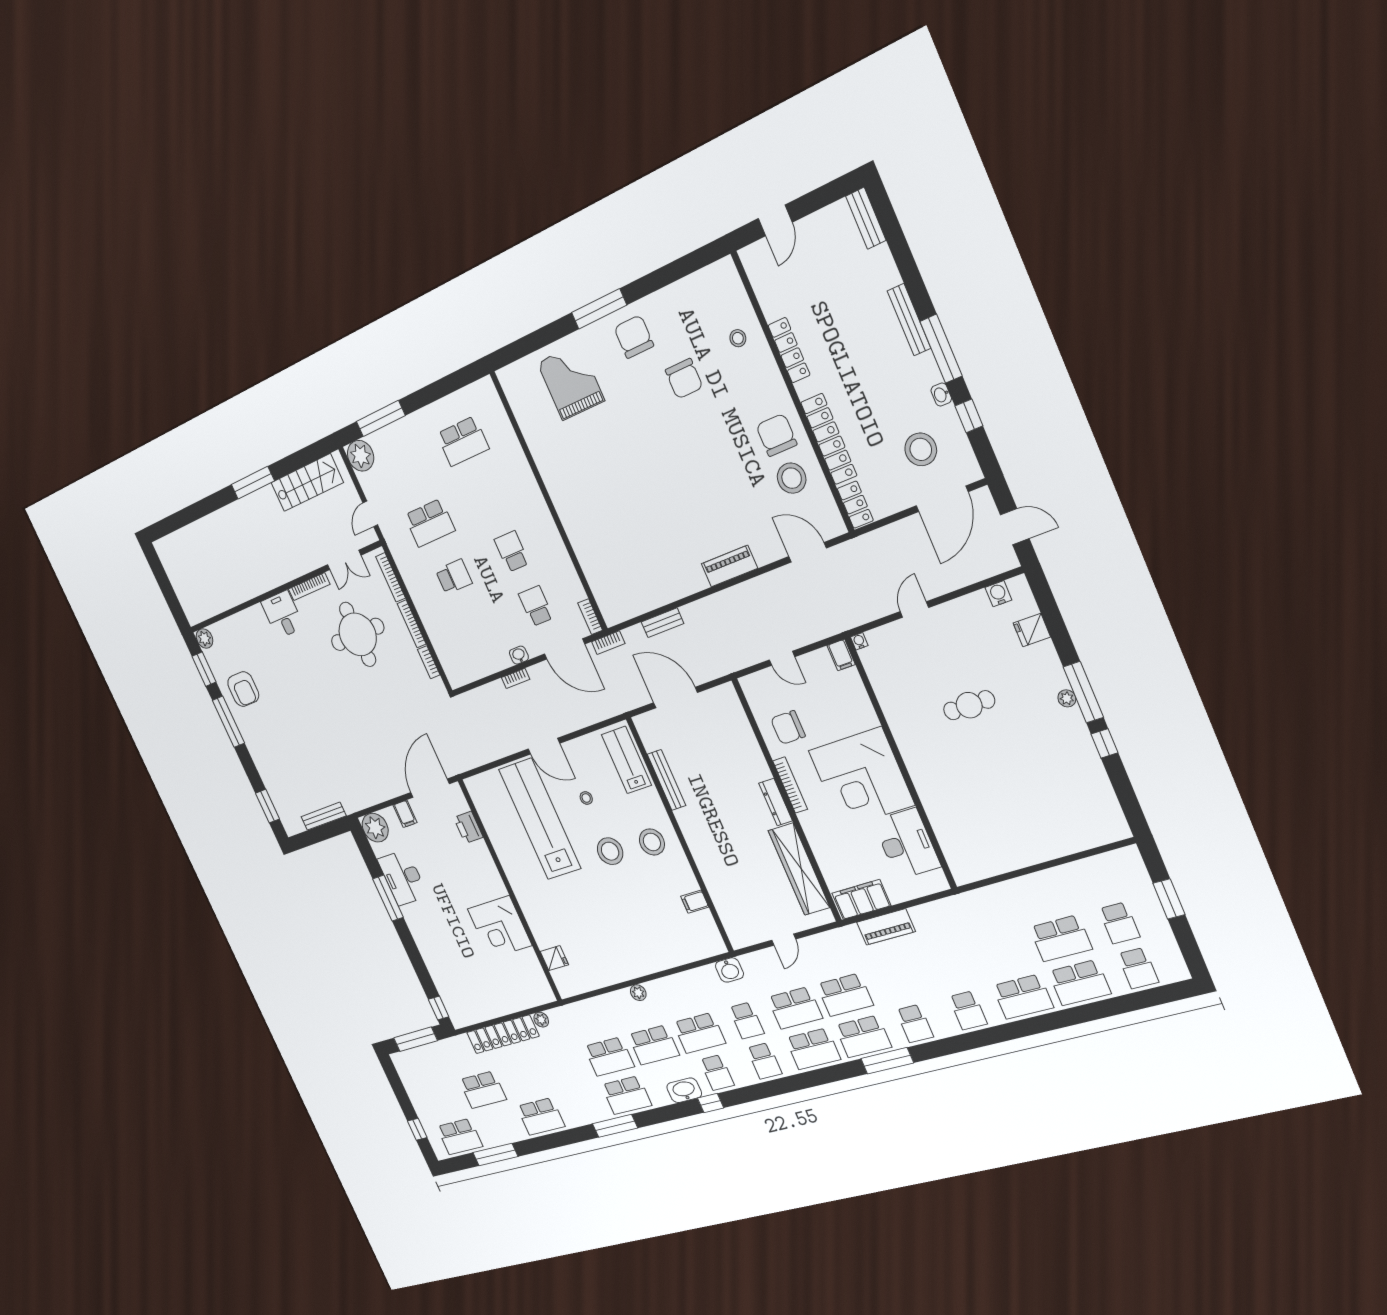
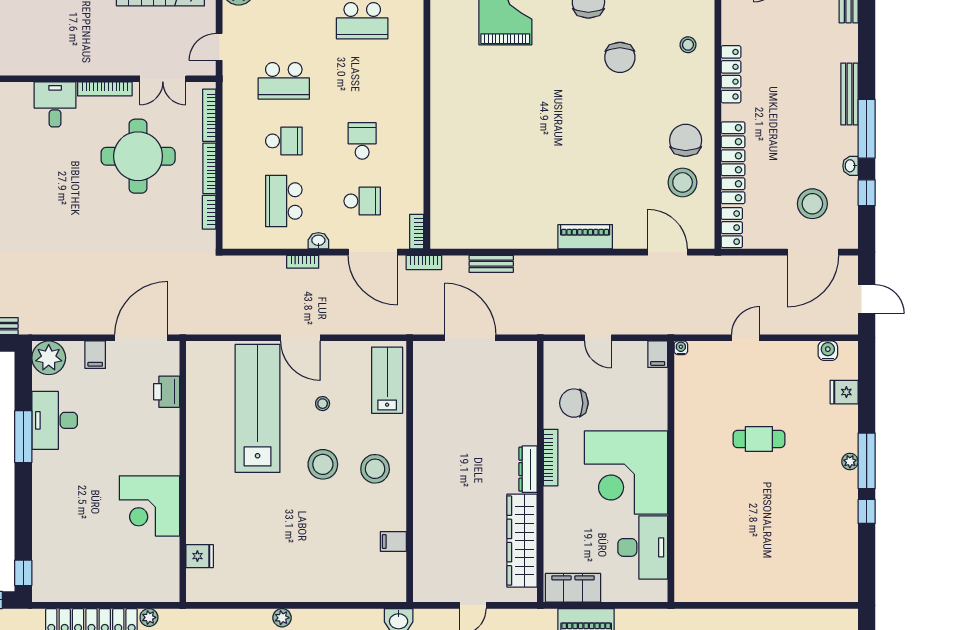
school desk: (536, 606) -> (362, 201), turned 90
school desk: (478, 630) -> (284, 201), added
bench: (667, 780) -> (422, 413), removed

